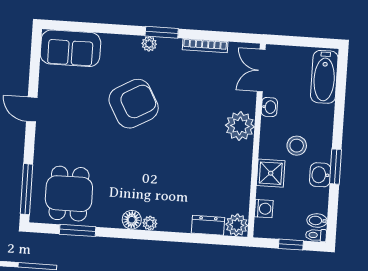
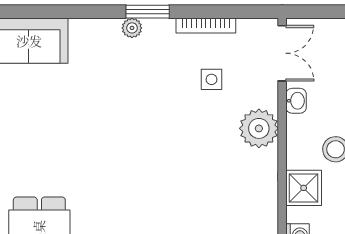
double door: (261, 70) -> (282, 53), swing flipped
side table: (207, 87) -> (211, 79), added
armchair: (134, 104) -> (117, 108), removed

